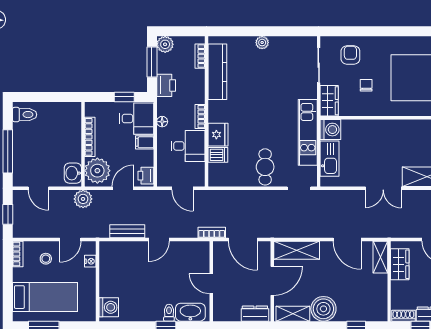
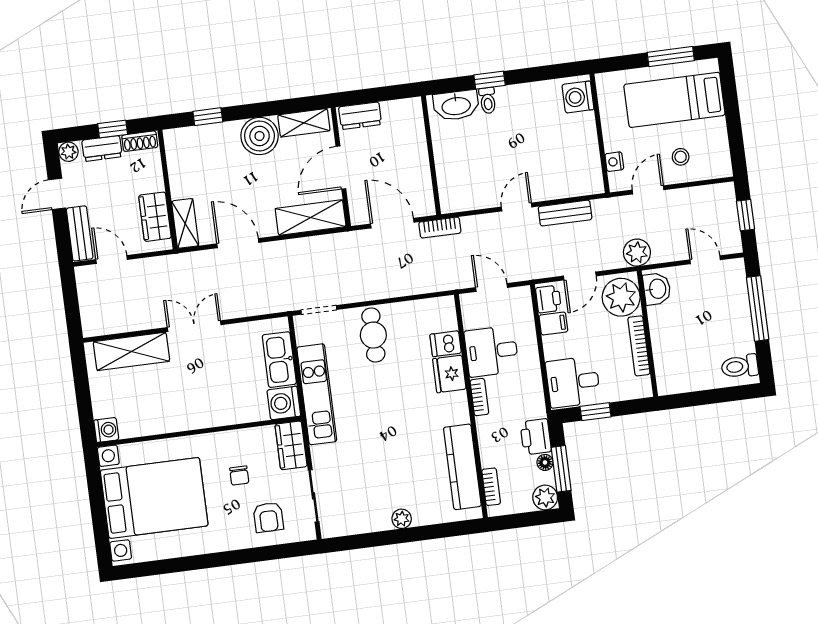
floor lamp: (162, 122) -> (545, 462), moved
filing cabinet: (145, 142) -> (553, 323), moved
bookcase: (18, 254) -> (723, 158), removed
door: (211, 284) -> (431, 152), removed

